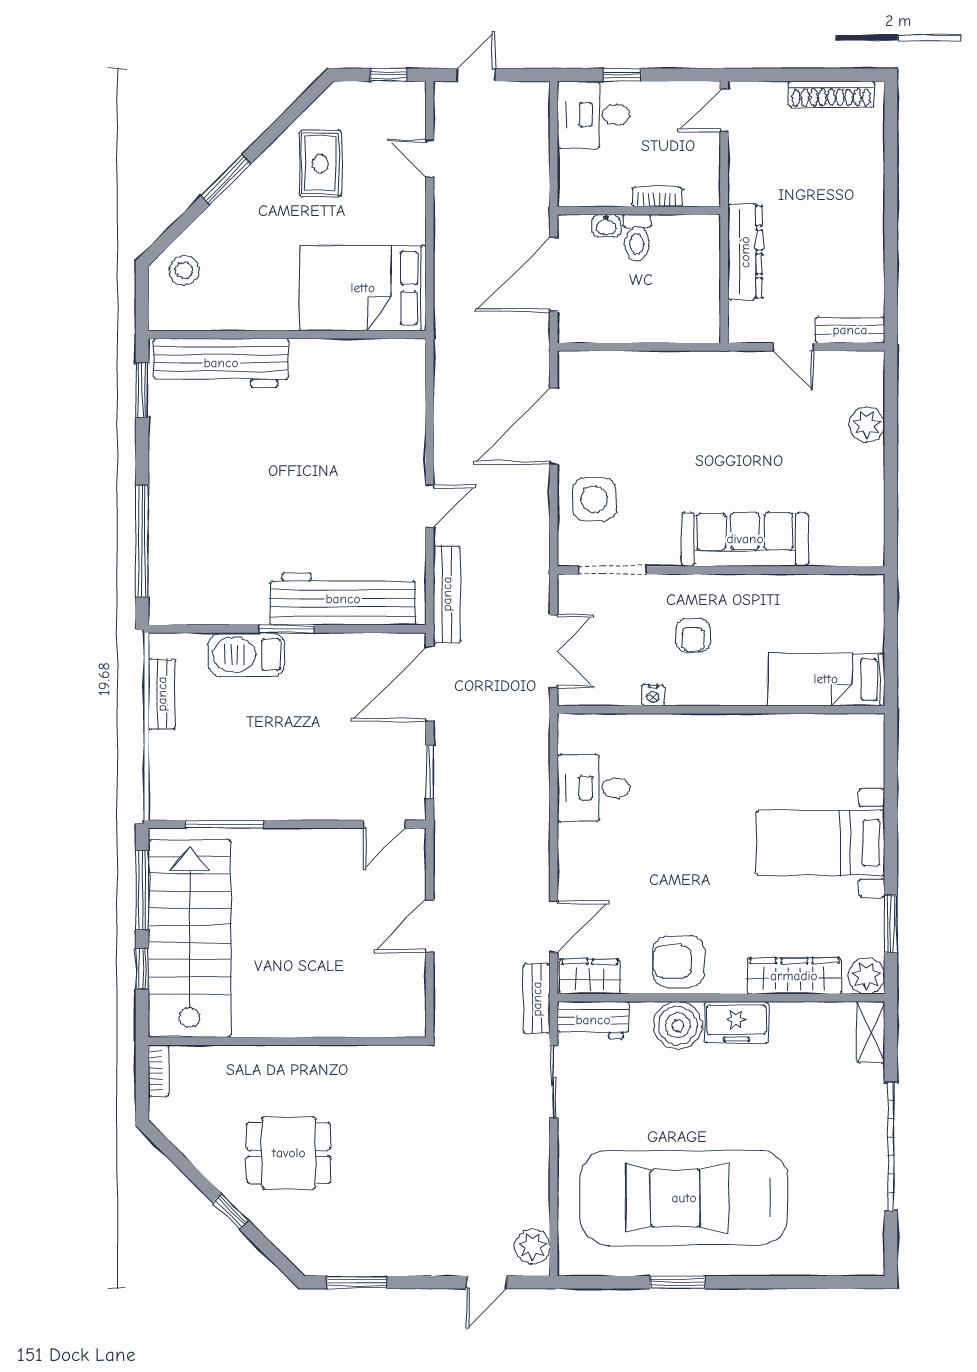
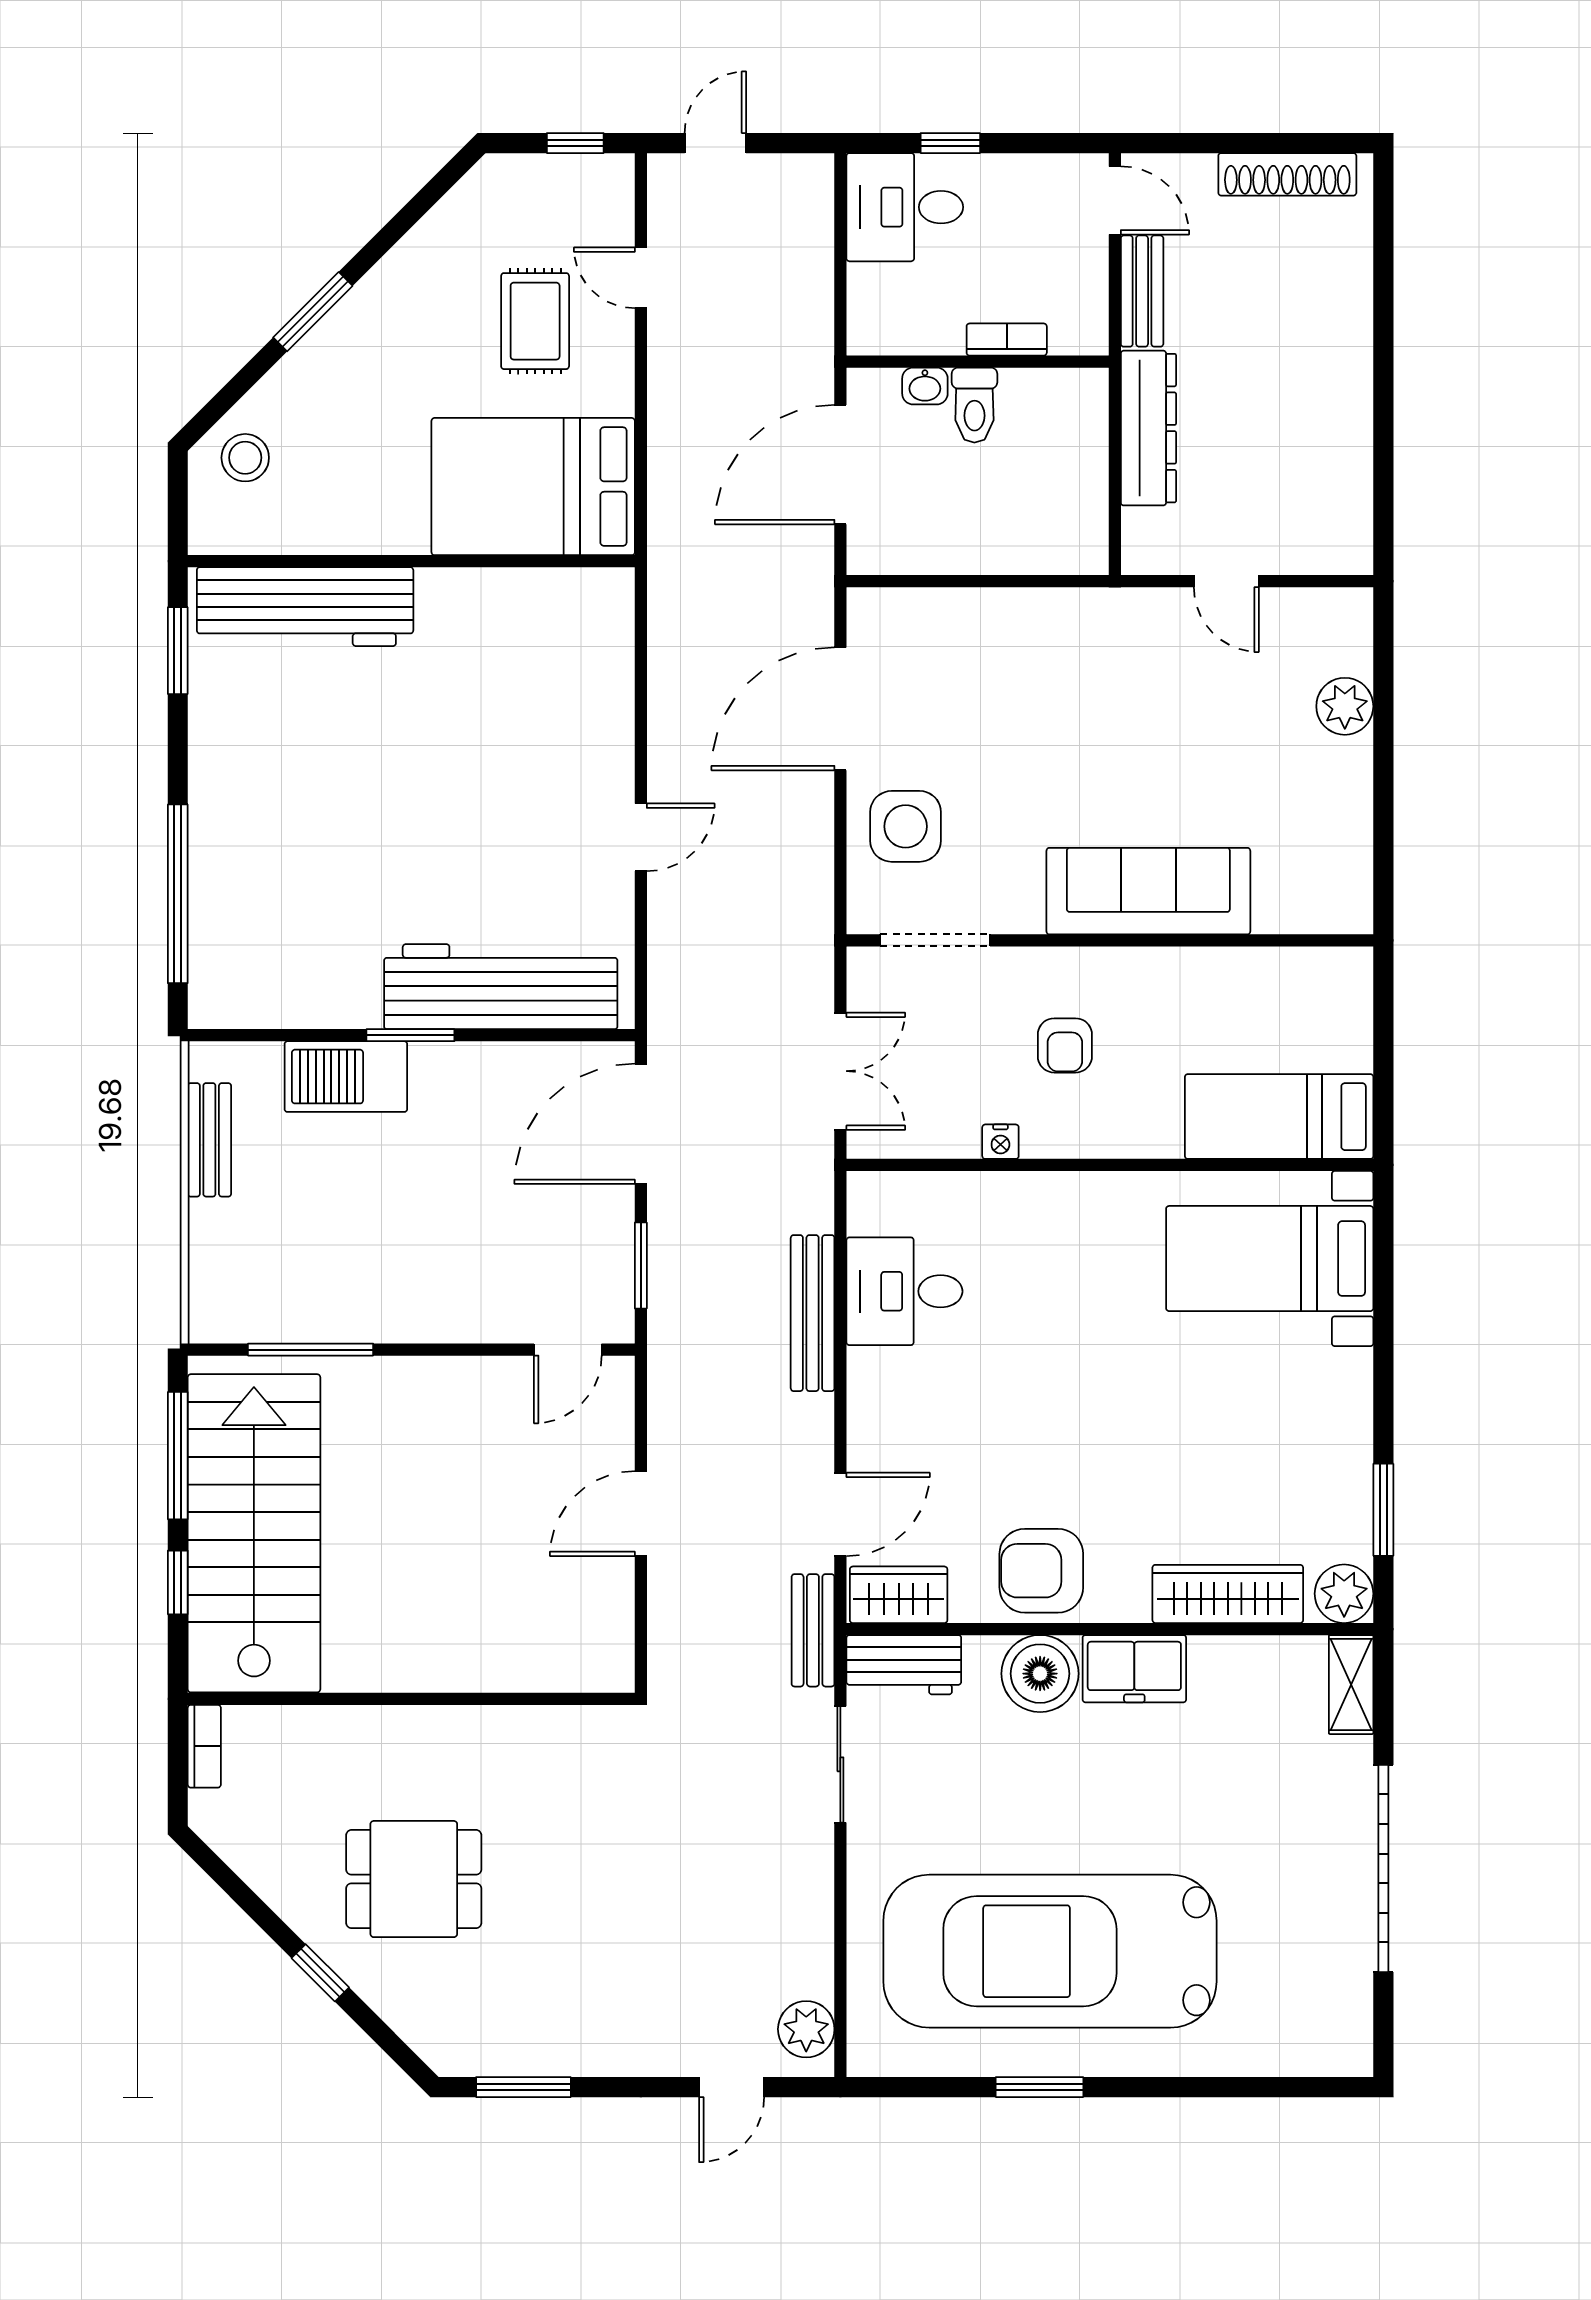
door: (724, 110) -> (1115, 200), swing flipped
rug: (320, 163) -> (535, 321), moved
bench: (850, 330) -> (1142, 291), moved, turned 90
bench: (447, 594) -> (813, 1313), moved
bed with nightstands: (820, 843) -> (1270, 1259), moved

